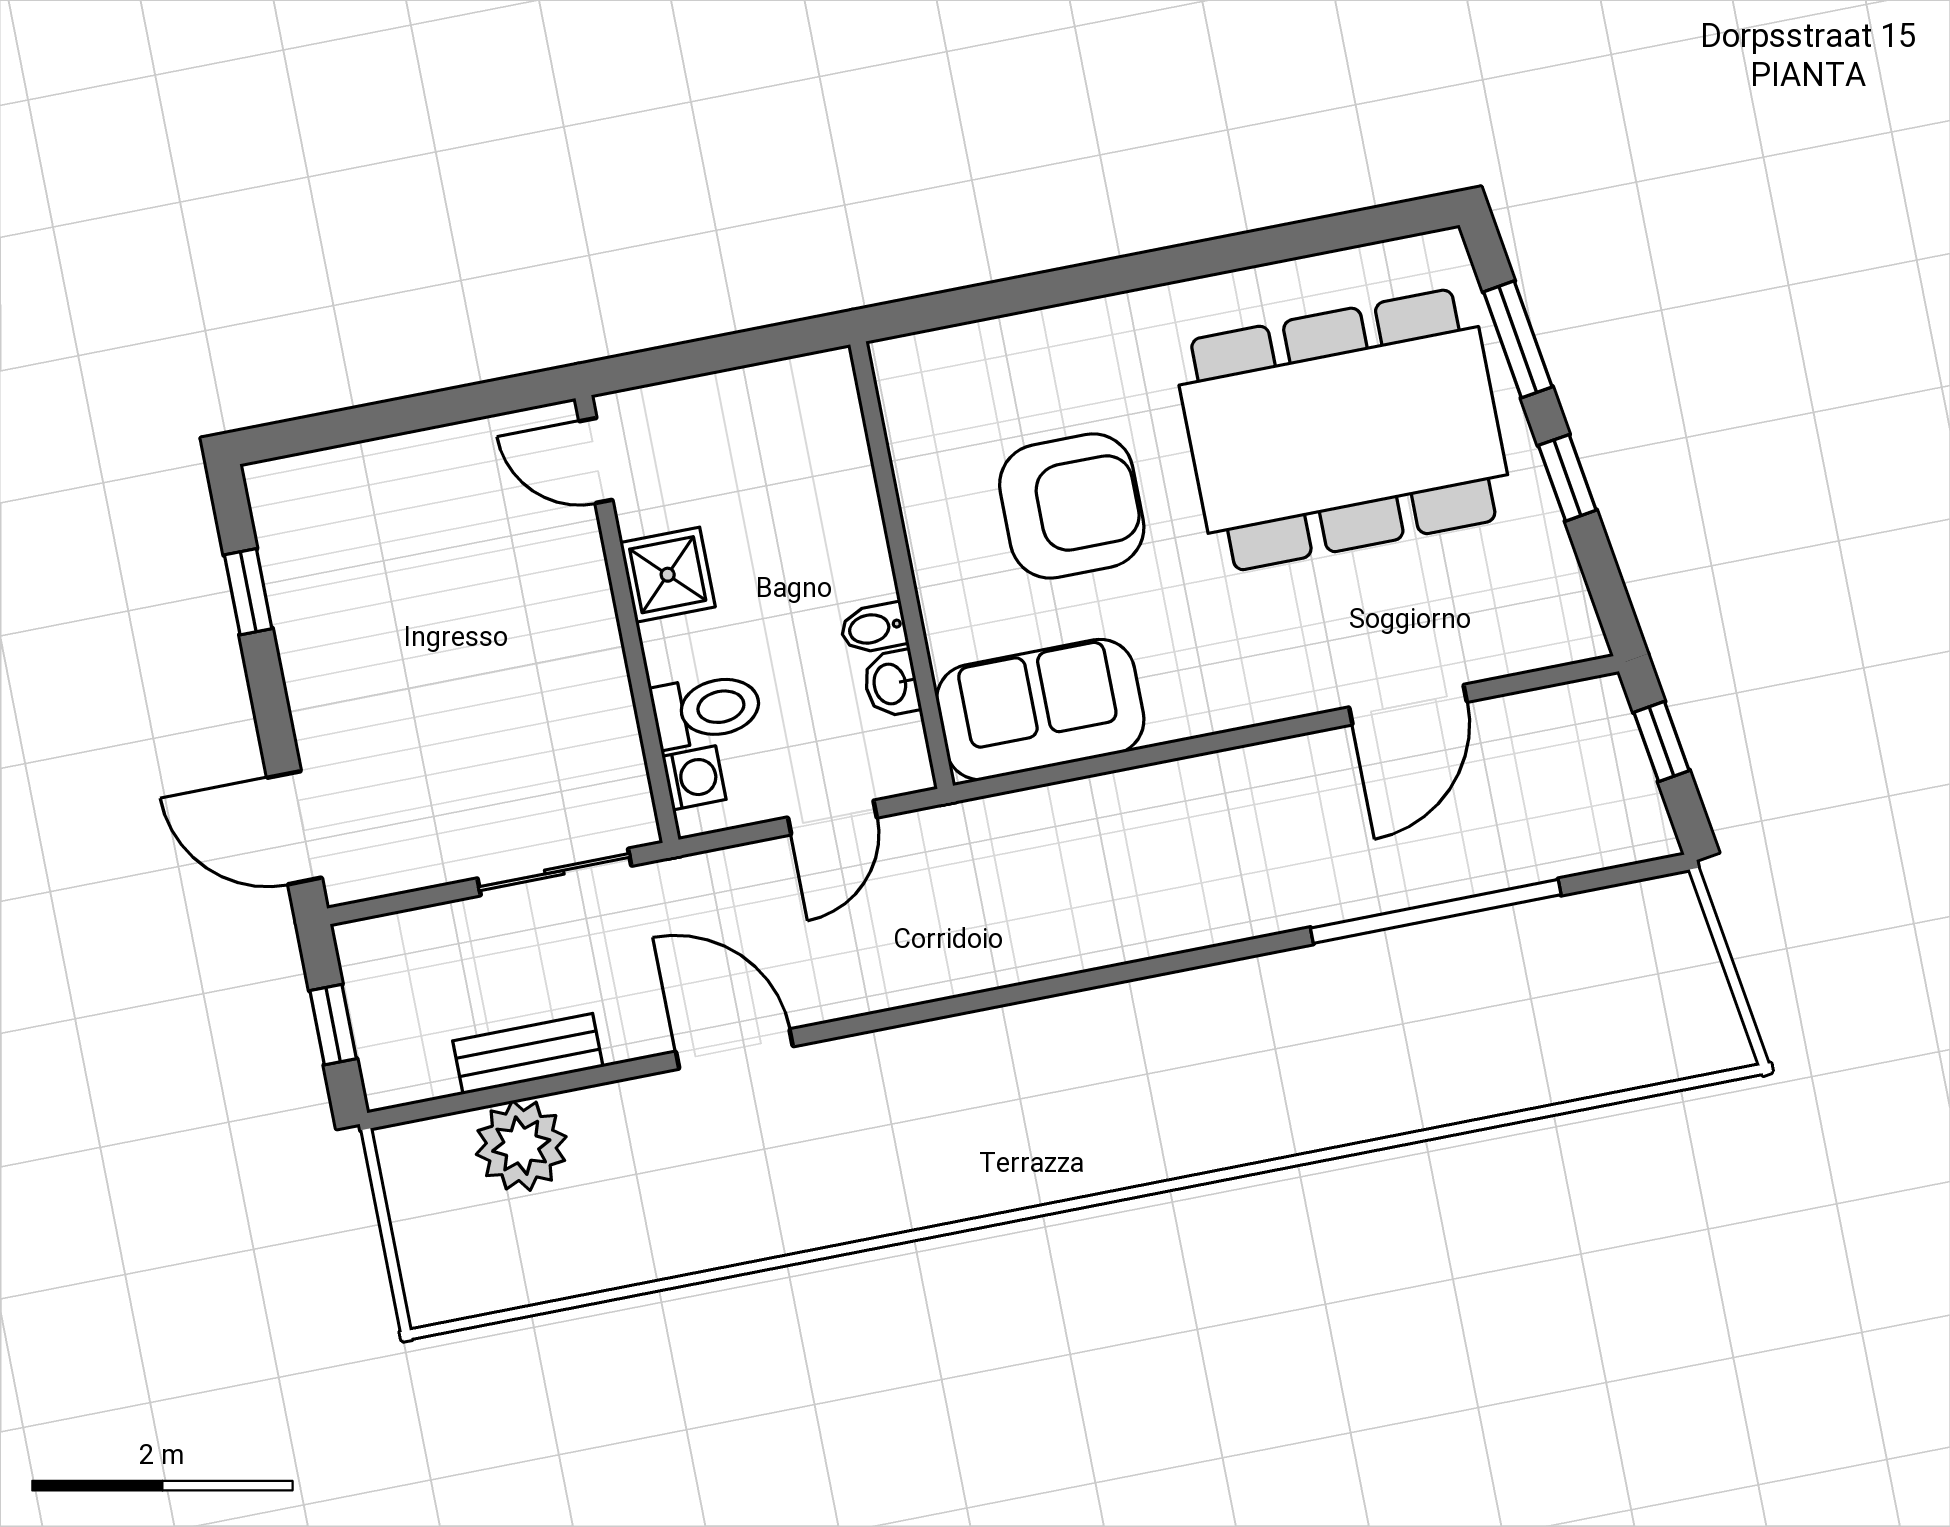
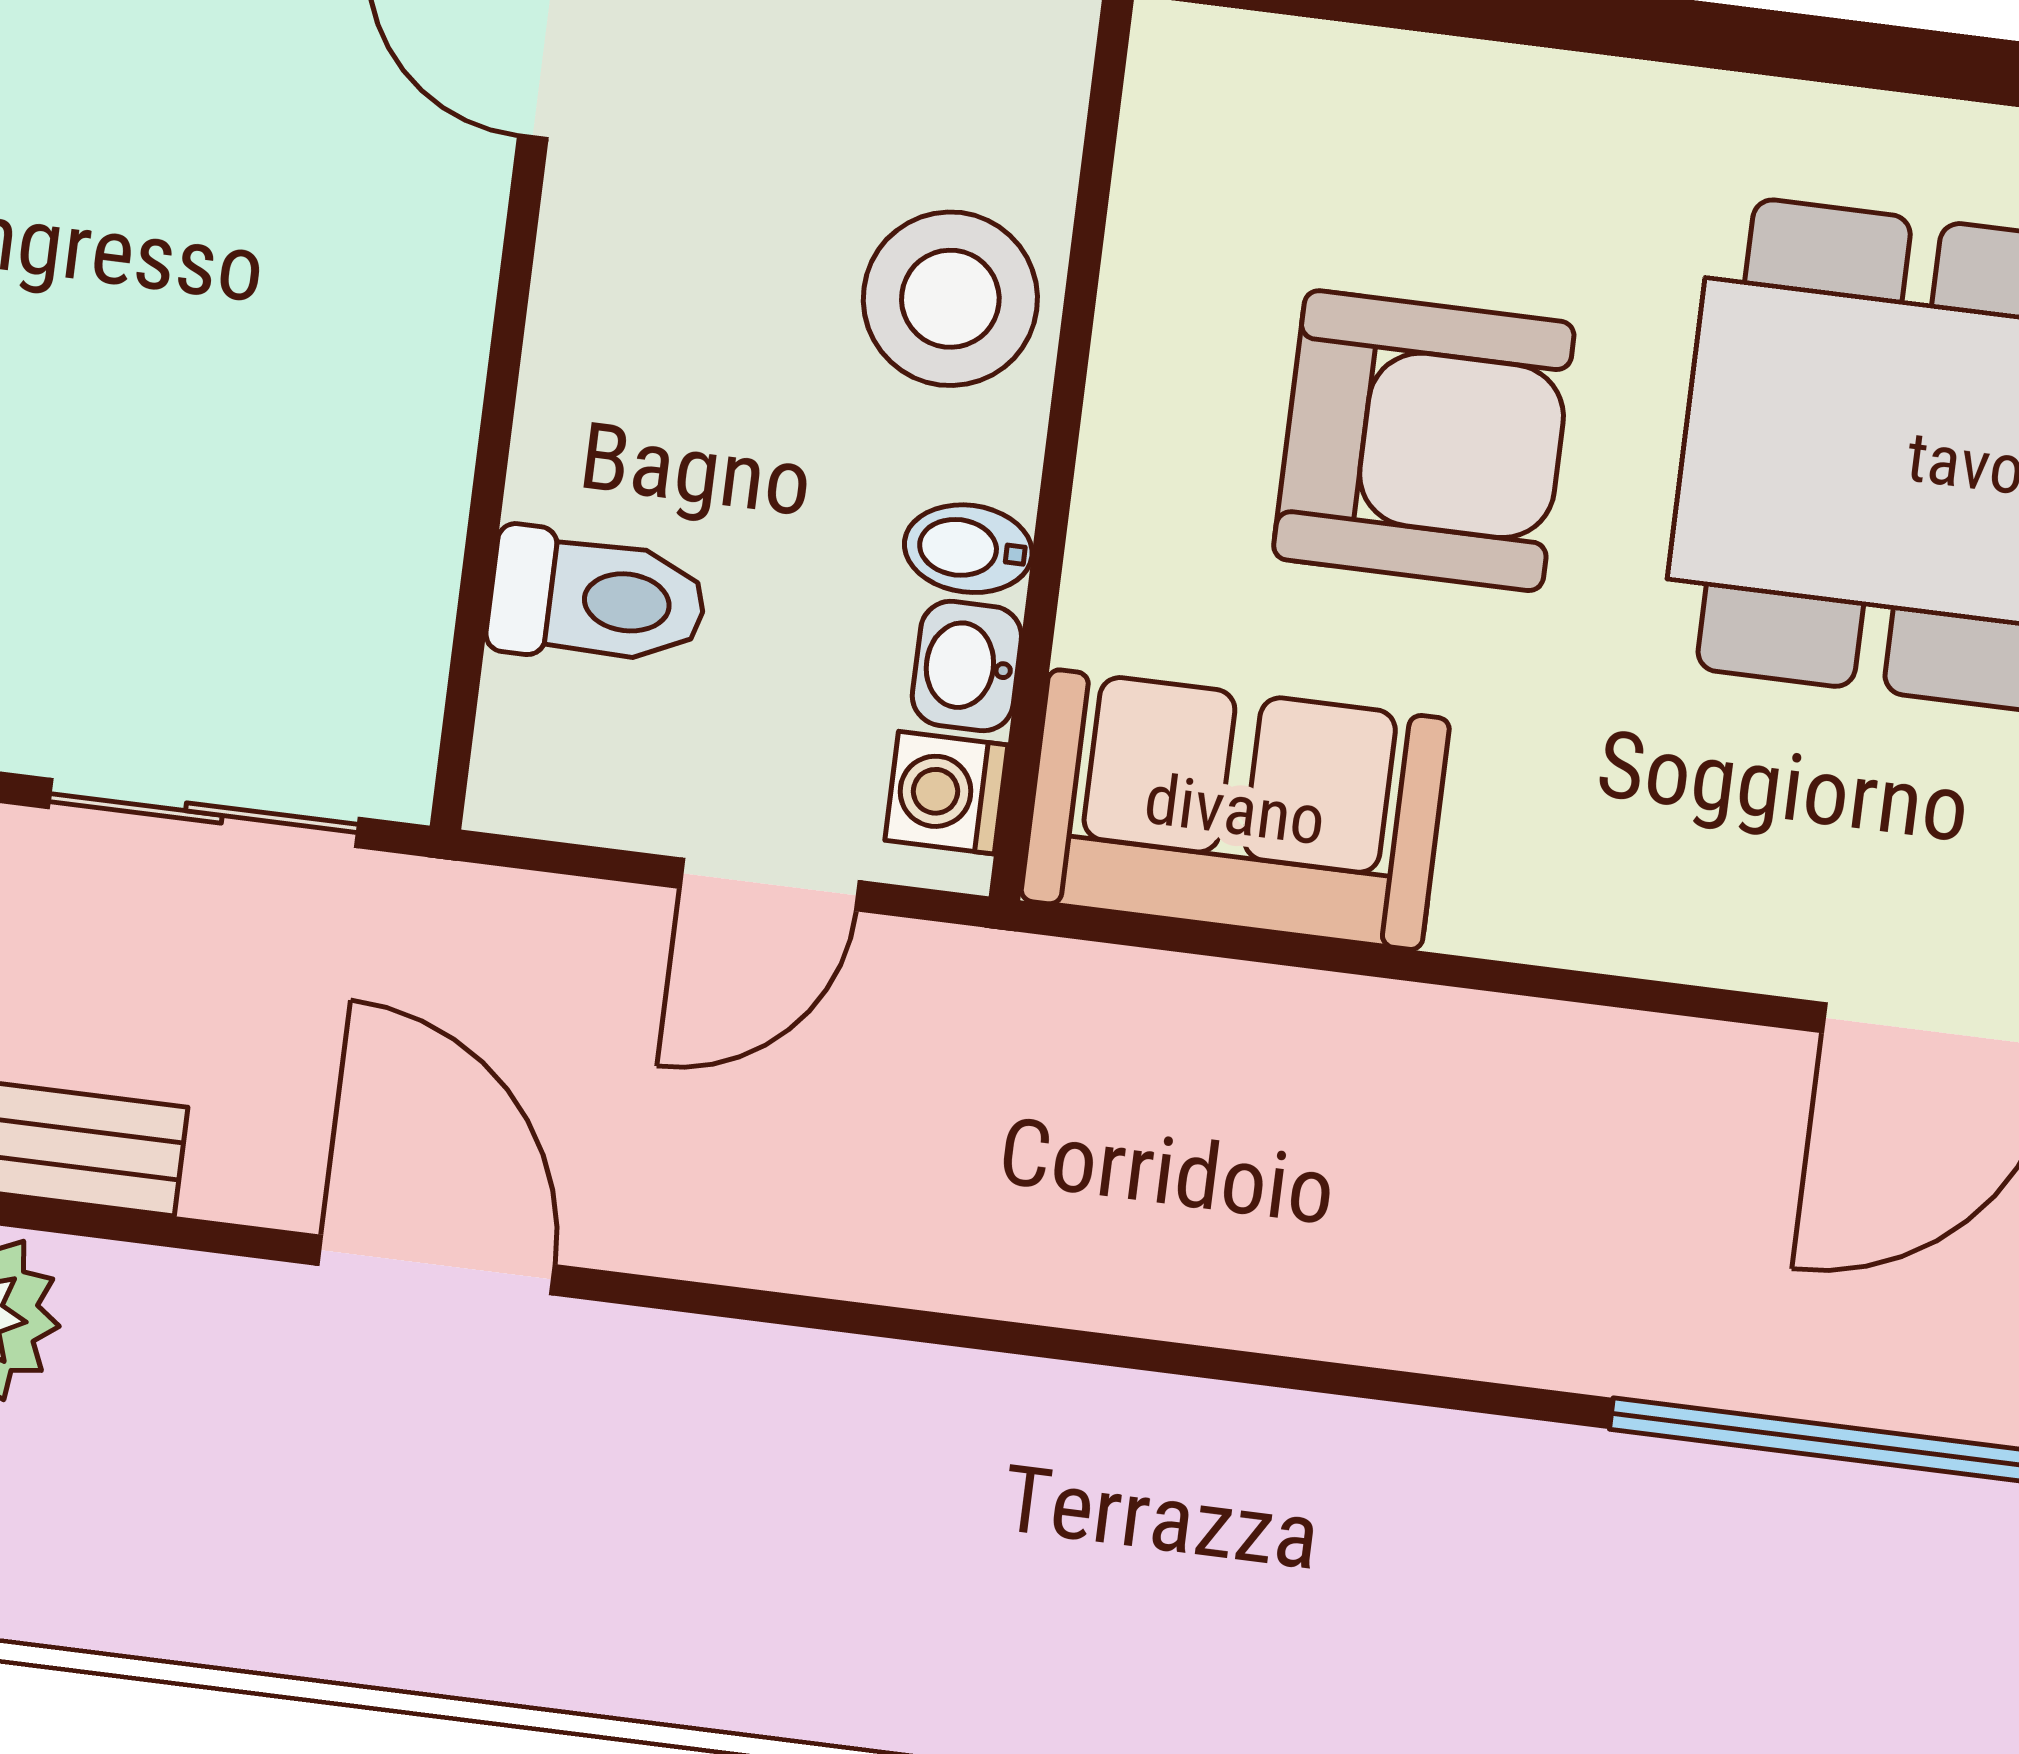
stool: (826, 513) -> (950, 299), added
shower: (668, 575) -> (608, 316), removed
washing machine: (694, 778) -> (946, 793), moved, turned 180

